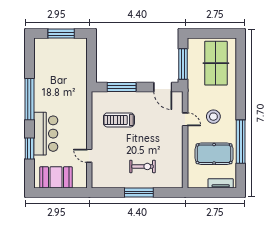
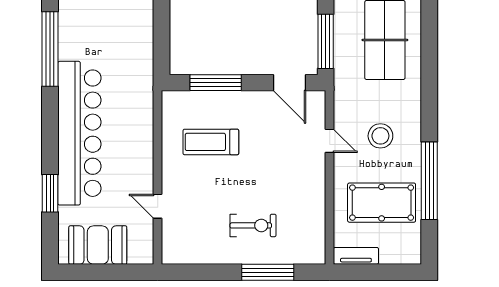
window: (29, 99) -> (50, 49), moved
bar counter: (46, 134) -> (79, 133), width x1.86
tv unit: (221, 183) -> (356, 256), moved
window: (139, 193) -> (268, 272), moved

